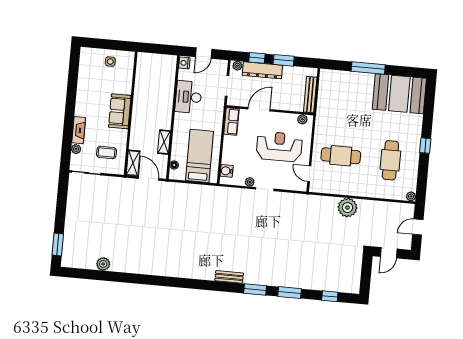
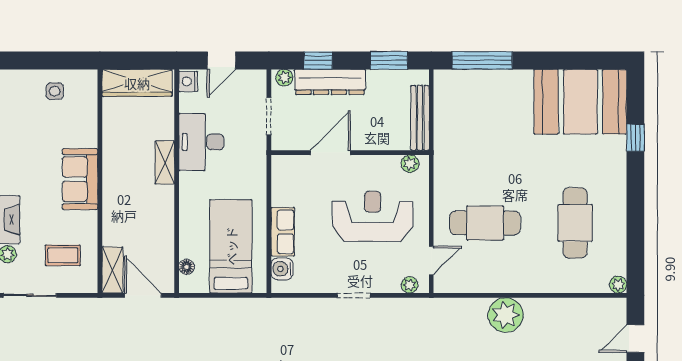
window: (284, 60) -> (389, 60), moved
wardrobe: (156, 61) -> (137, 83), added
window: (368, 68) -> (482, 60), moved
row of seats: (231, 122) -> (283, 232), moved
shelving: (164, 142) -> (165, 162), moved
window: (425, 146) -> (635, 138), moved
door: (309, 174) -> (431, 260), swing flipped
plant: (250, 182) -> (410, 285), moved

